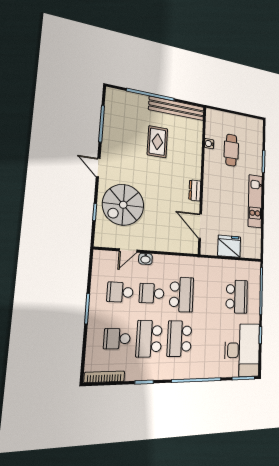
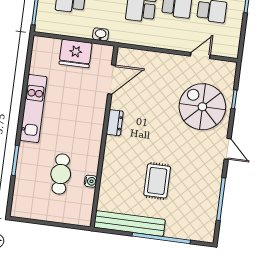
spiral stairs: (123, 205) -> (202, 107), turned -90
door: (200, 226) -> (112, 79), hinge flipped
washbasin: (146, 259) -> (101, 34), moved

